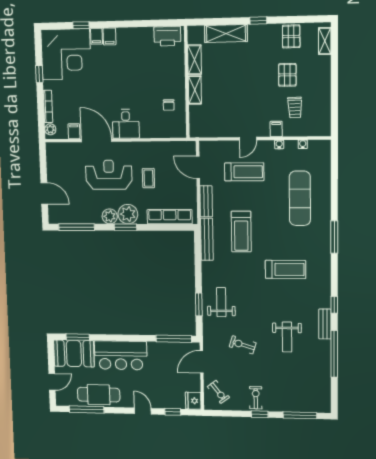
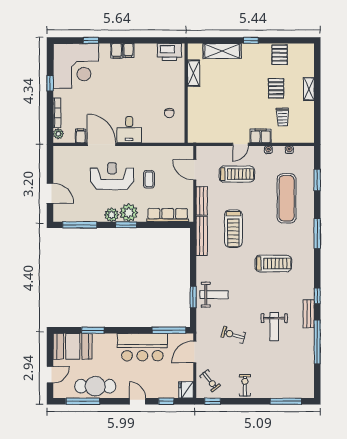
filing cabinet: (97, 36) -> (129, 50), moved
shelving: (325, 41) -> (309, 89), moved
shelving: (195, 90) -> (193, 100), removed
filing cabinet: (276, 129) -> (261, 136), width x2.00
window: (334, 178) -> (317, 180), added
weight bench: (221, 302) -> (214, 295), turned 90
window: (78, 337) -> (93, 330), moved
bar counter: (121, 355) -> (142, 347), moved
window: (260, 414) -> (213, 401), moved

